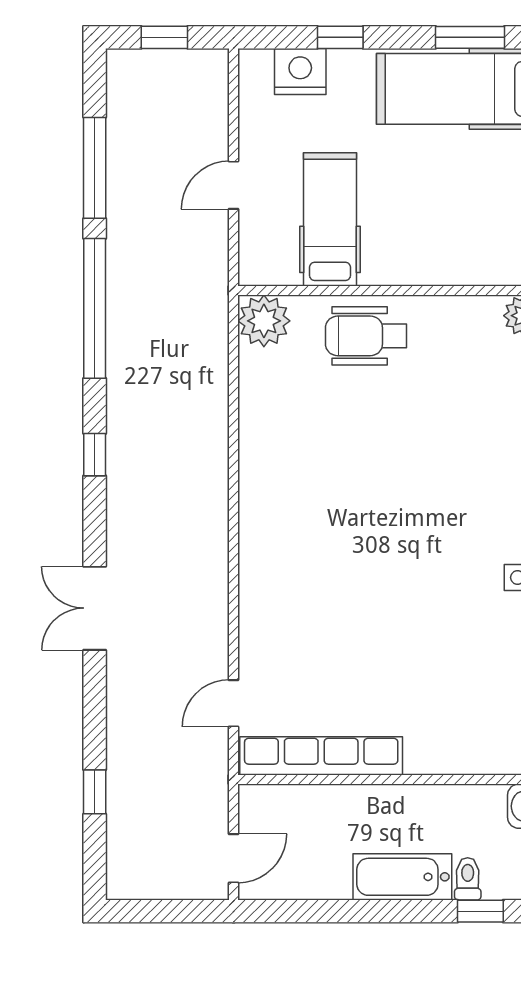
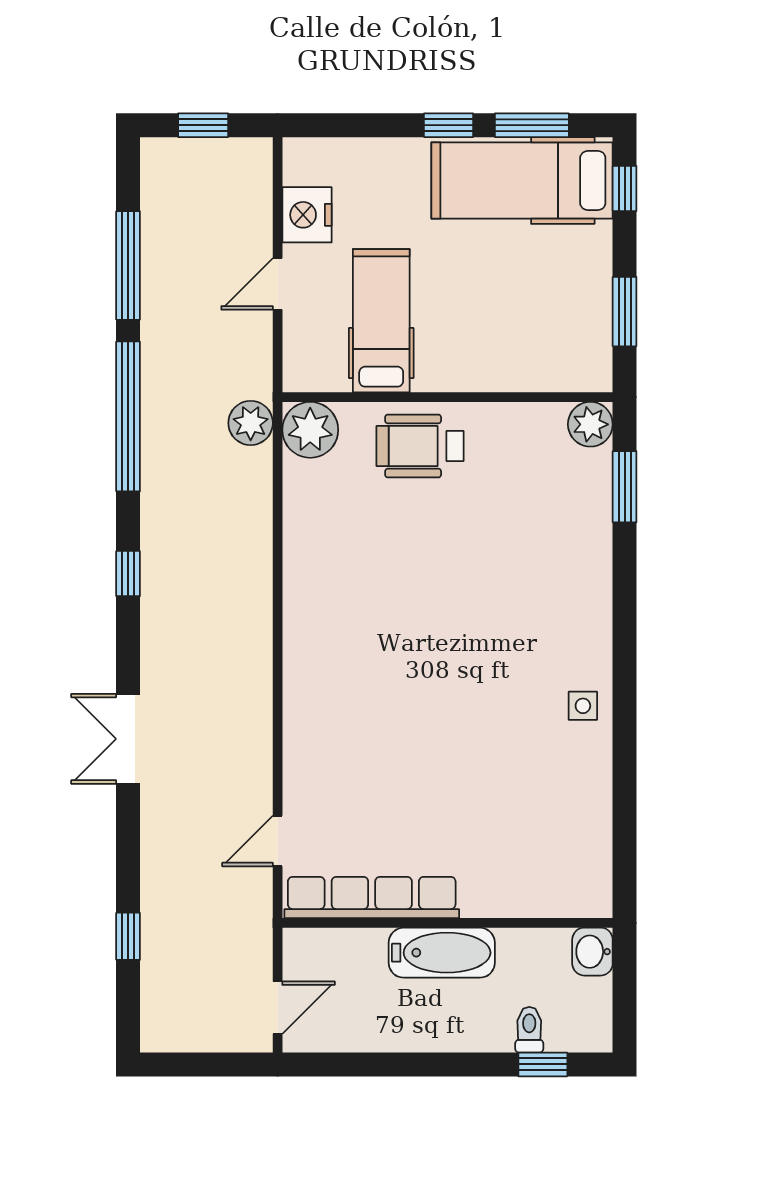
window: (340, 37) -> (449, 125), moved
nightstand: (300, 72) -> (307, 215), moved, turned -90
plant: (208, 314) -> (251, 423), added
bathtub: (402, 877) -> (442, 953), moved, turned 180

